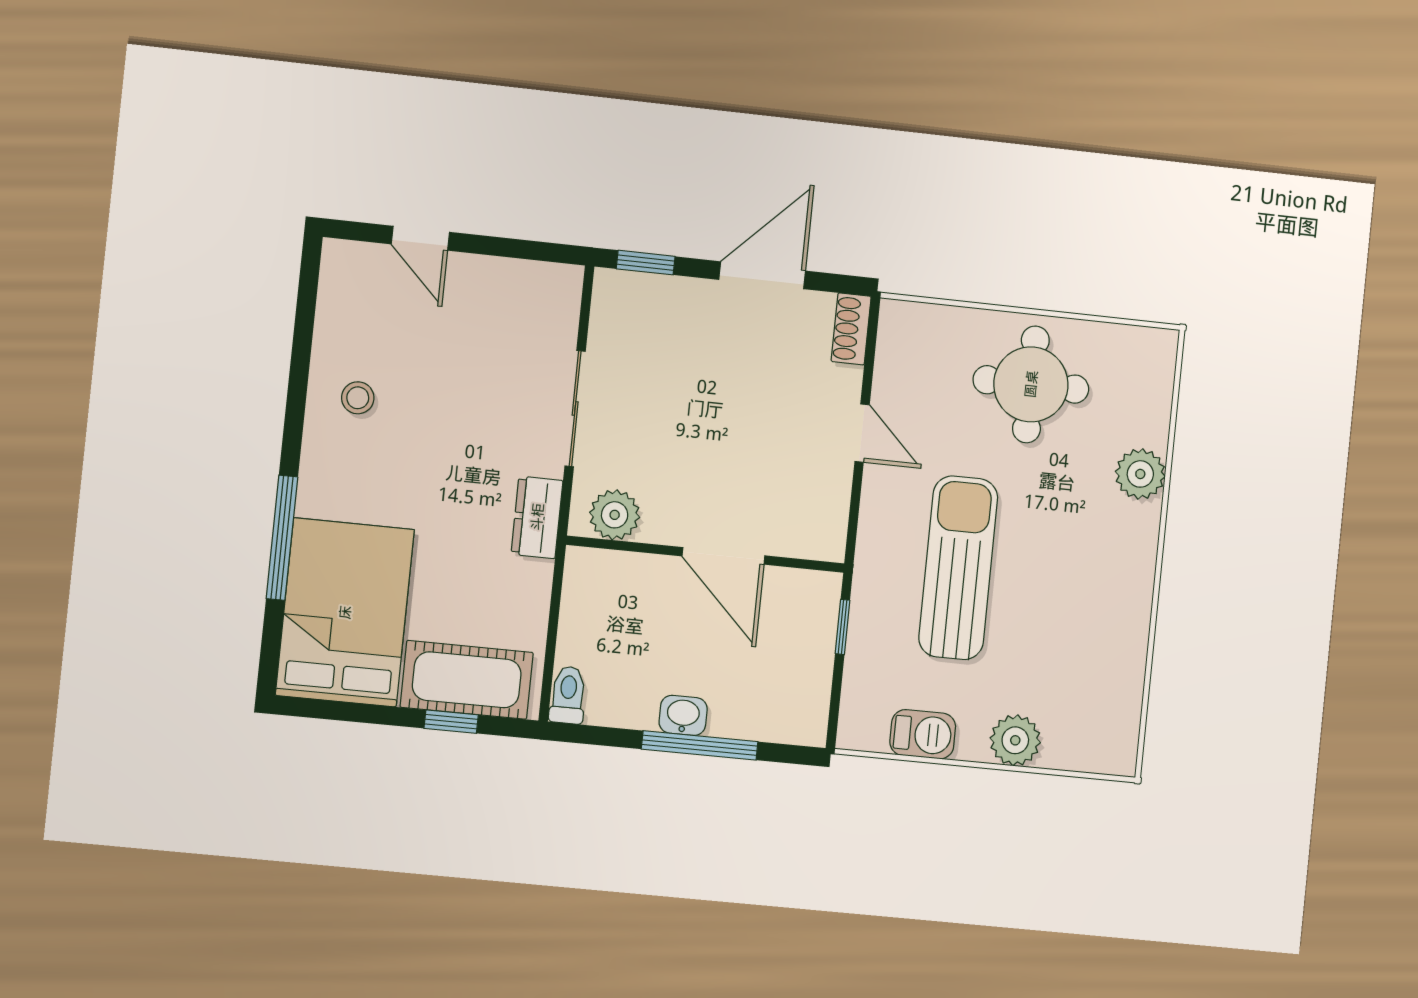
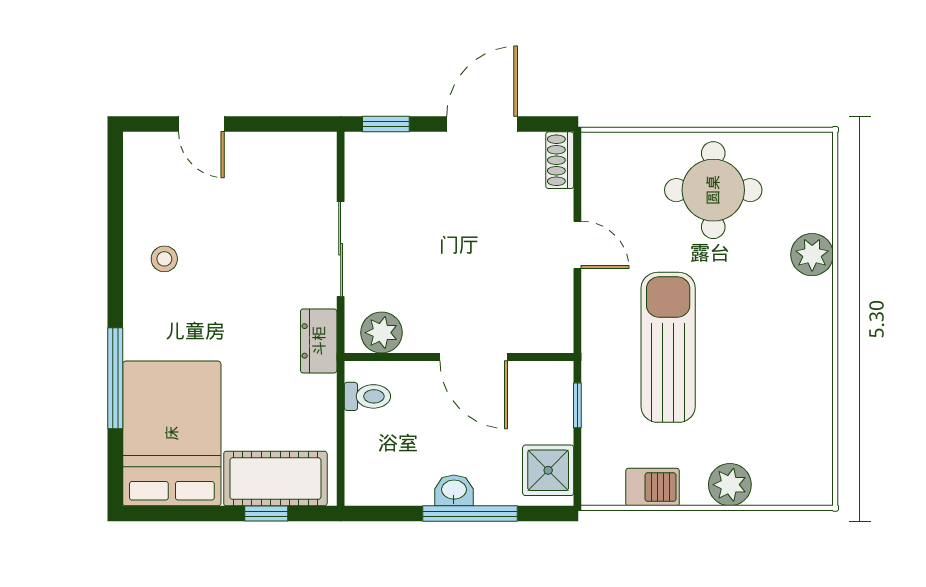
toilet: (568, 695) -> (367, 396), moved, turned 90
shower: (799, 702) -> (548, 470), added

